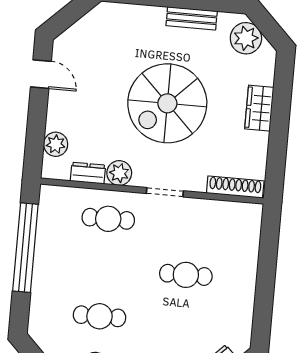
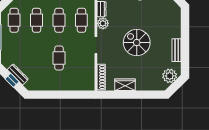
spiral stairs: (167, 103) -> (137, 43), width x0.73, depth x0.73
wardrobe: (259, 108) -> (125, 85), moved
cafe table: (104, 268) -> (59, 20), added

